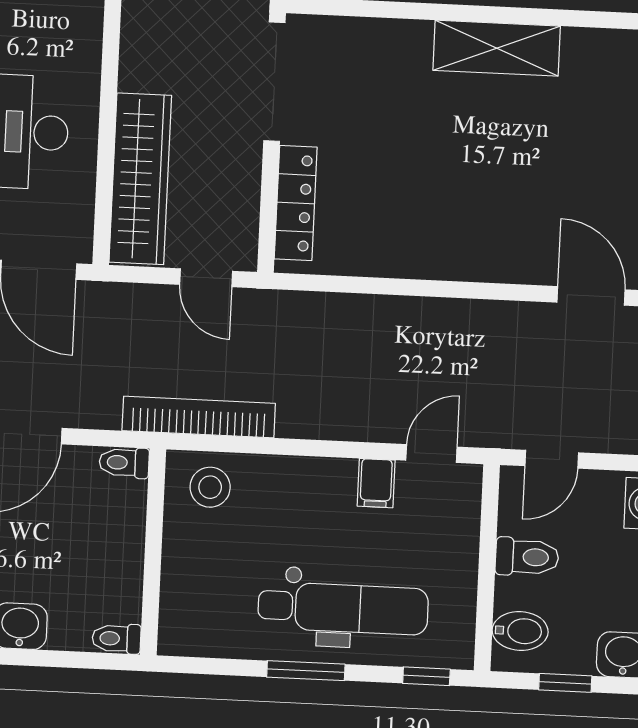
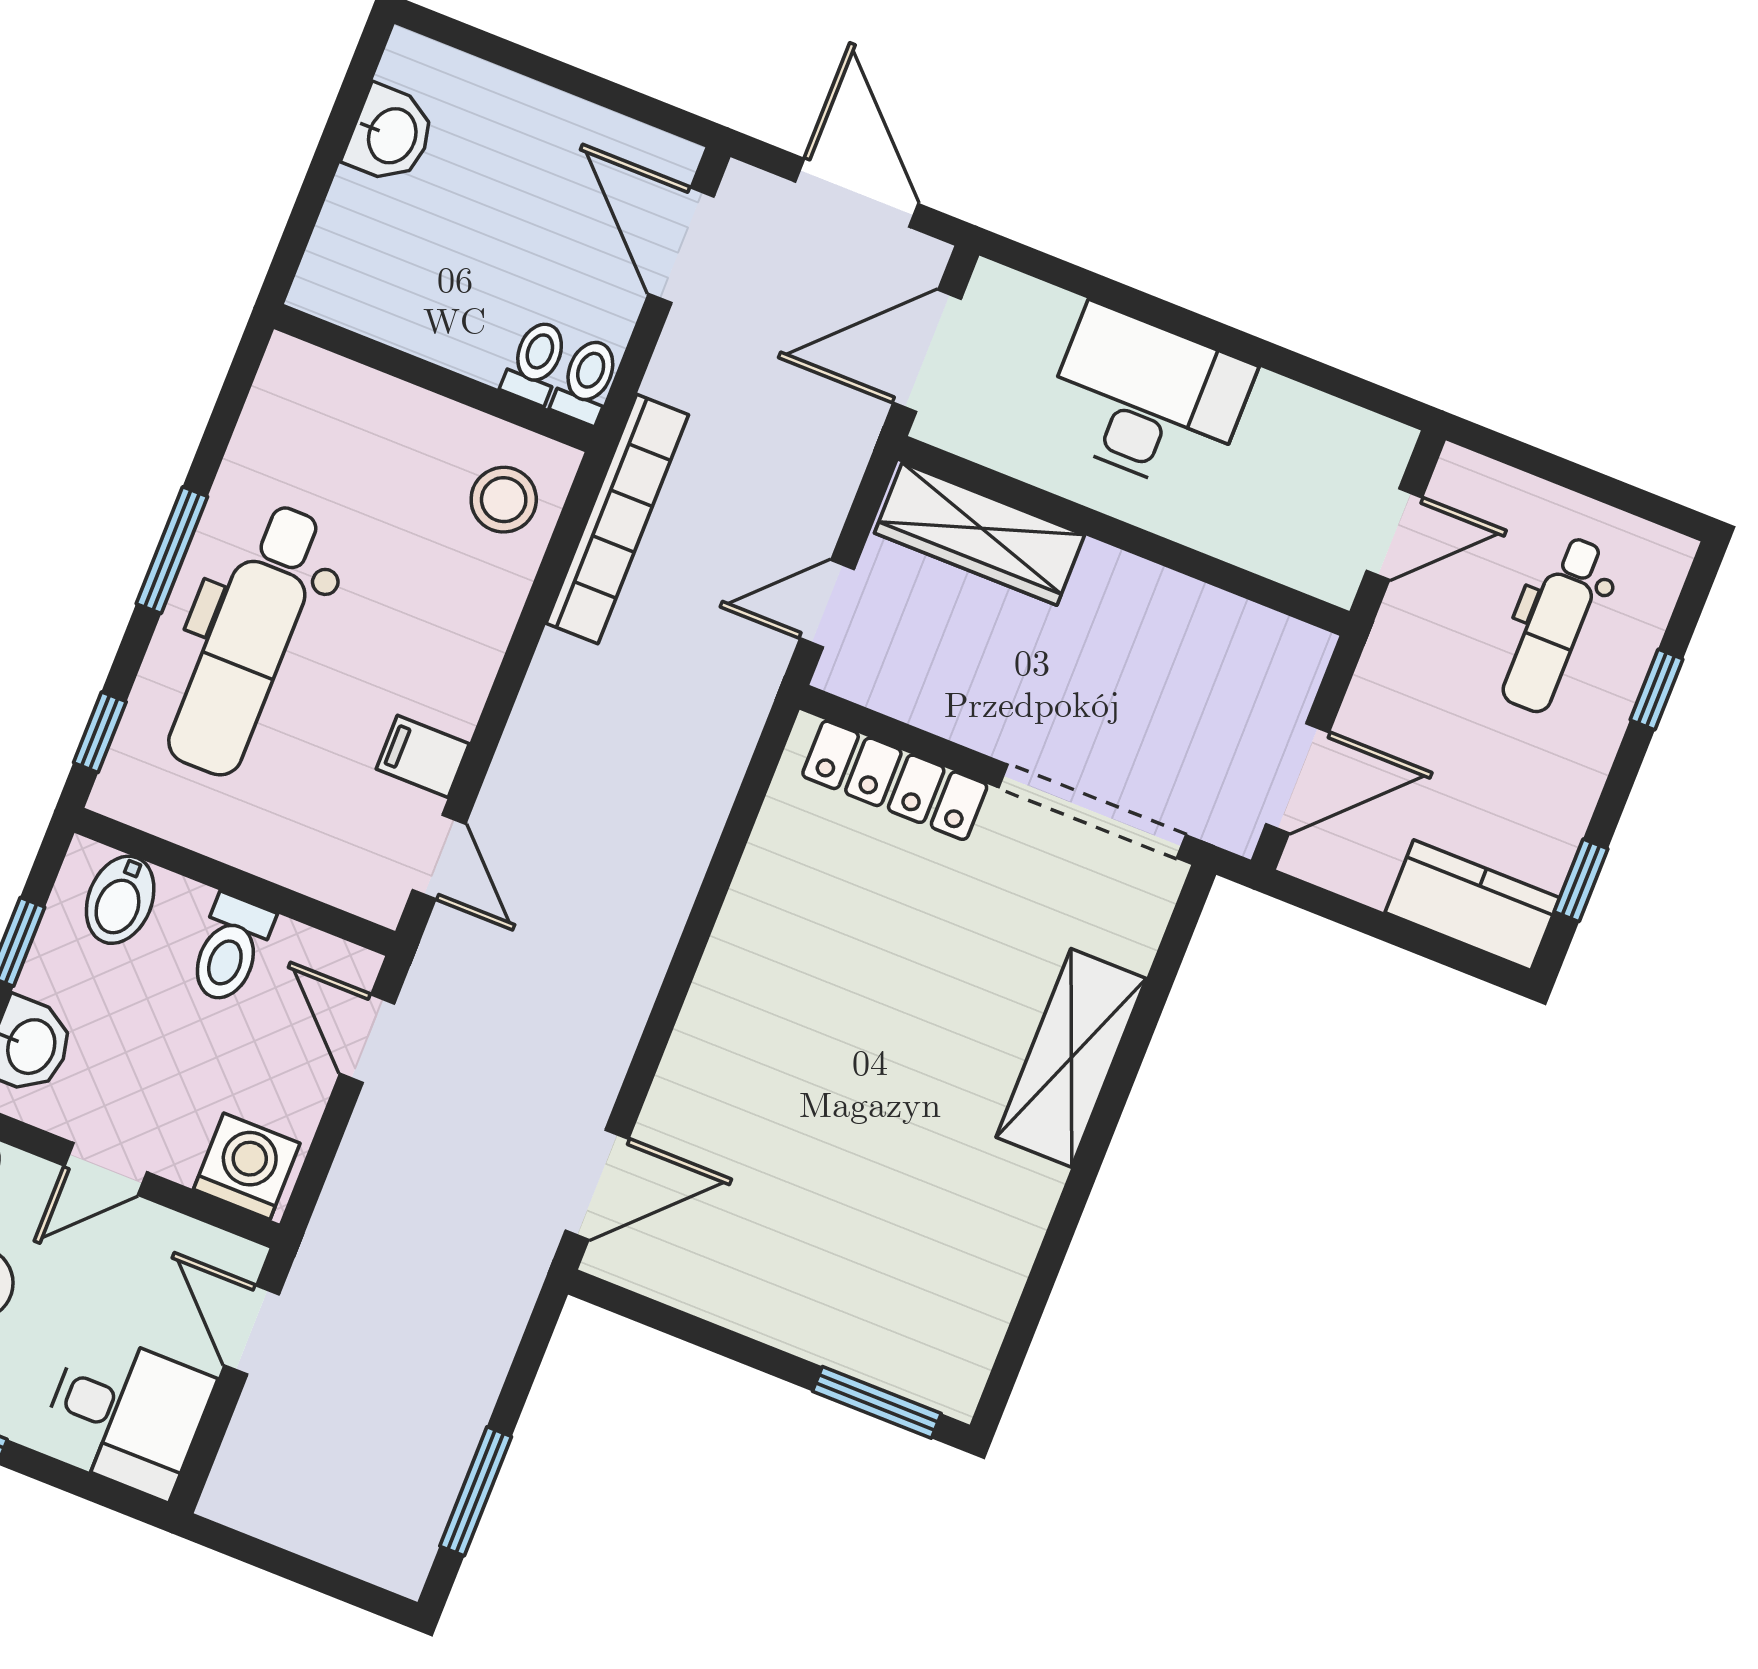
shelving: (497, 48) -> (1071, 1058), moved
wardrobe: (140, 179) -> (980, 534), width x0.71, depth x0.85
toilet: (116, 639) -> (536, 362), moved

